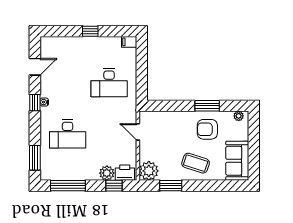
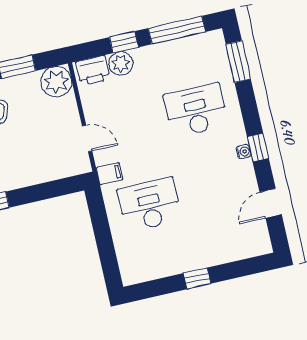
filing cabinet: (129, 42) -> (109, 174), moved
window: (114, 186) -> (124, 42), moved

